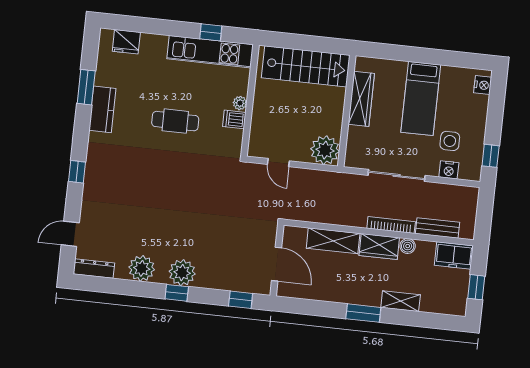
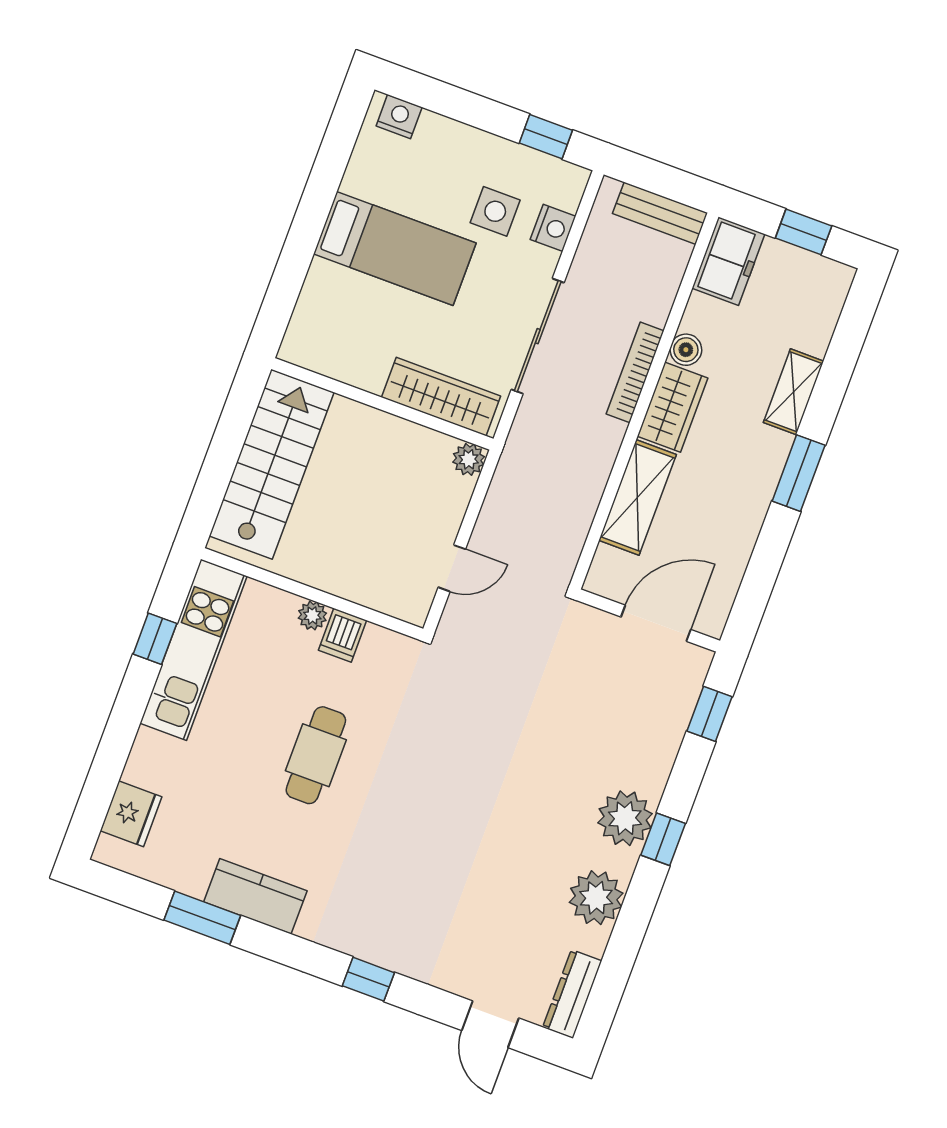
wardrobe: (361, 99) -> (441, 397), moved
plant: (325, 150) -> (469, 459), width x0.53, depth x0.53
bench: (438, 228) -> (660, 213), moved, turned 90

